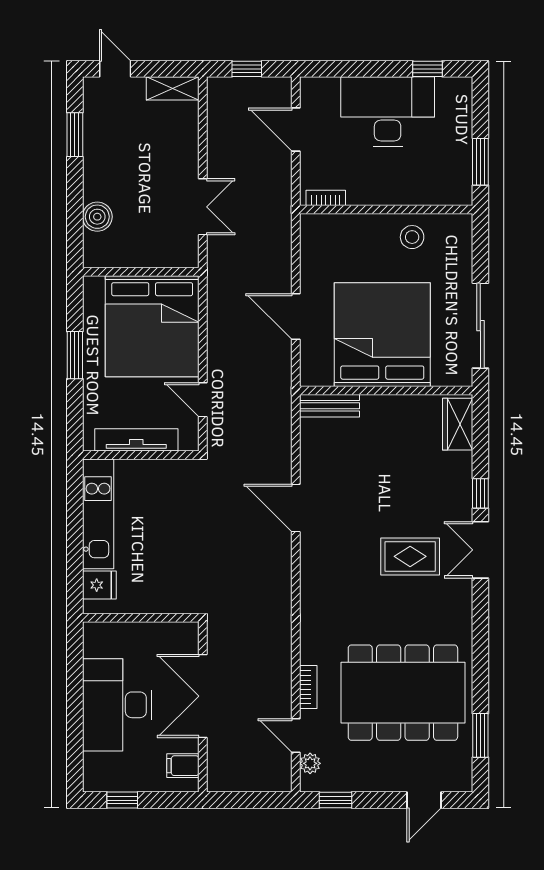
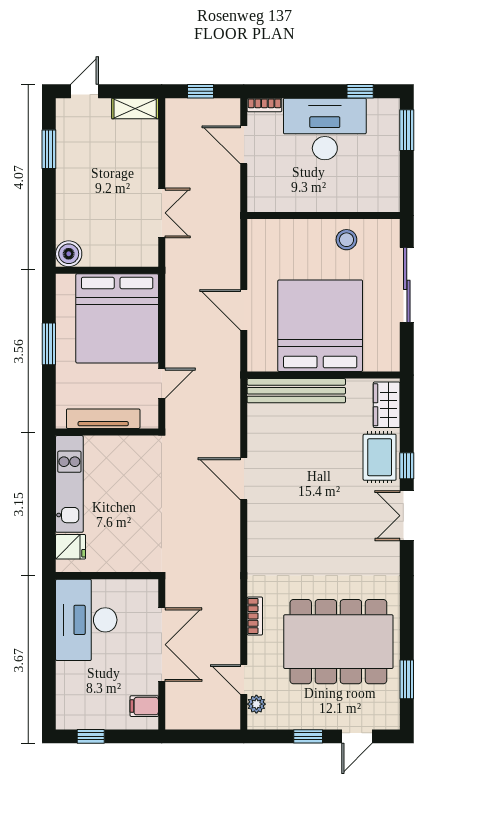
door: (115, 69) -> (84, 91), hinge flipped
window: (480, 162) -> (407, 130), moved
bookcase: (326, 198) -> (264, 105), moved, turned 180
boiler: (97, 217) -> (69, 254), moved
sliding door: (480, 326) -> (407, 285), moved
door: (203, 400) -> (162, 383), swing flipped
bench: (329, 406) -> (296, 391), width x1.86, depth x1.21
rug: (410, 556) -> (380, 457), moved, turned 90
bookcase: (308, 687) -> (255, 616), moved
double door: (203, 696) -> (162, 645), swing flipped
desk: (117, 705) -> (86, 620), moved
window: (335, 800) -> (308, 736), moved

